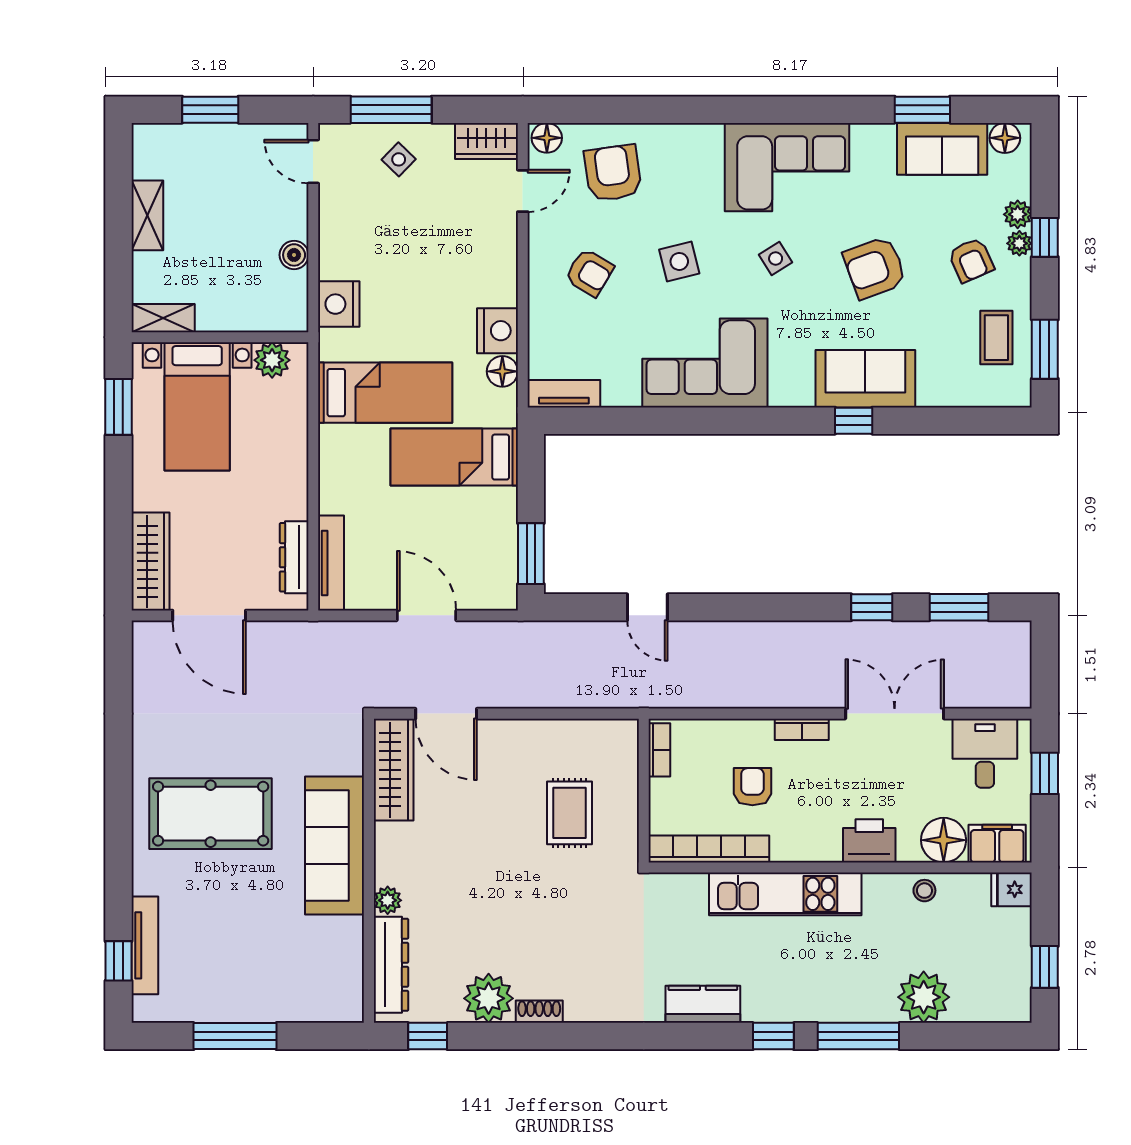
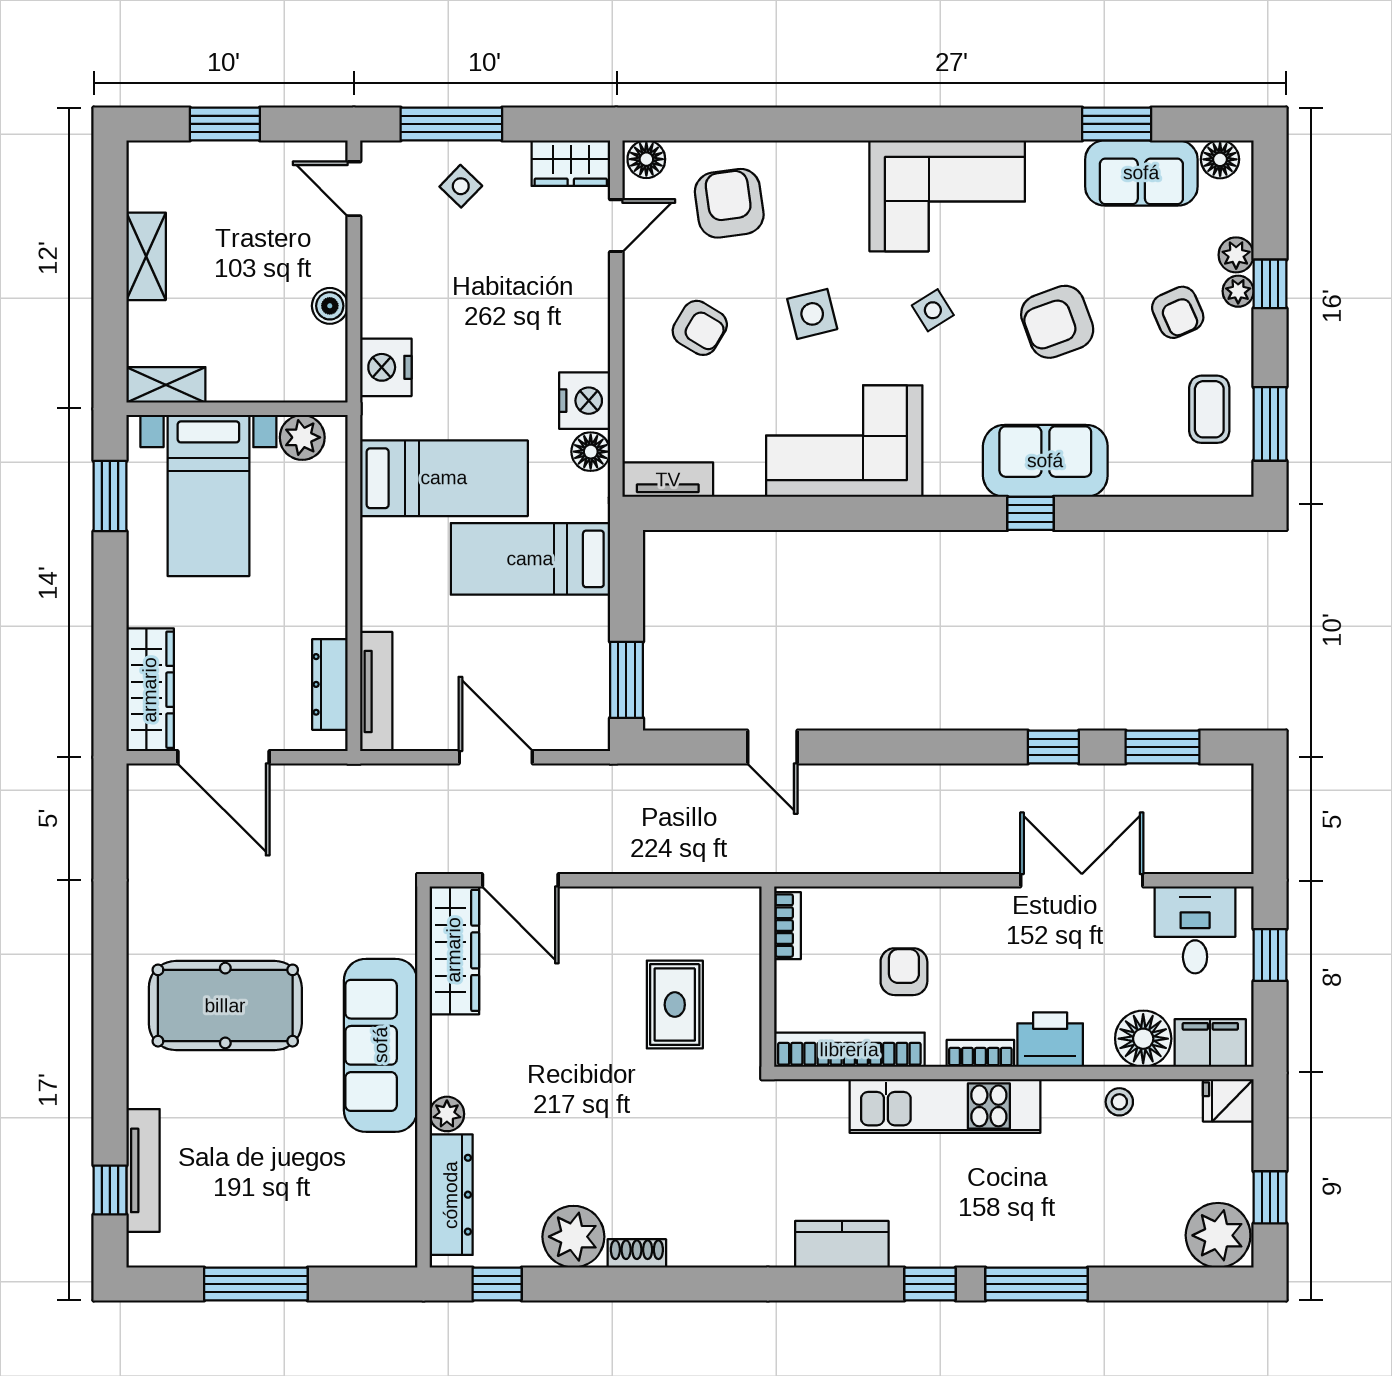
bookcase: (802, 729) -> (980, 1053), moved, turned 180
plant: (924, 997) -> (1218, 1235), moved

